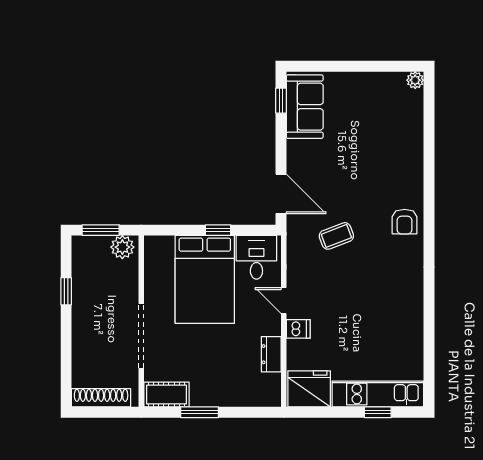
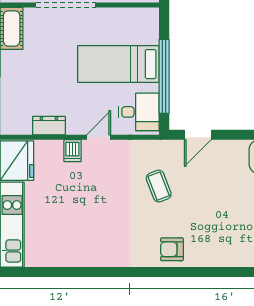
door: (281, 194) -> (198, 135), width x0.73
window: (218, 230) -> (164, 76), width x3.17
bed: (205, 279) -> (118, 64), width x0.67

